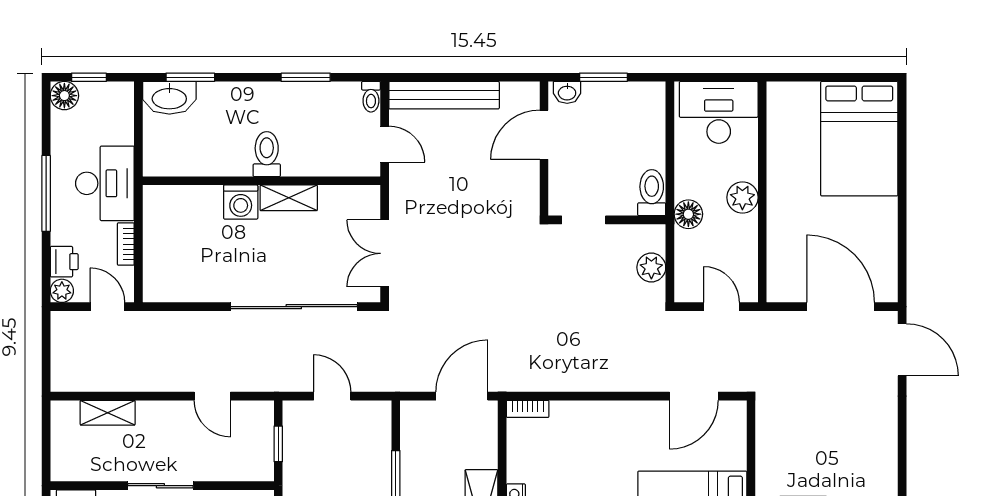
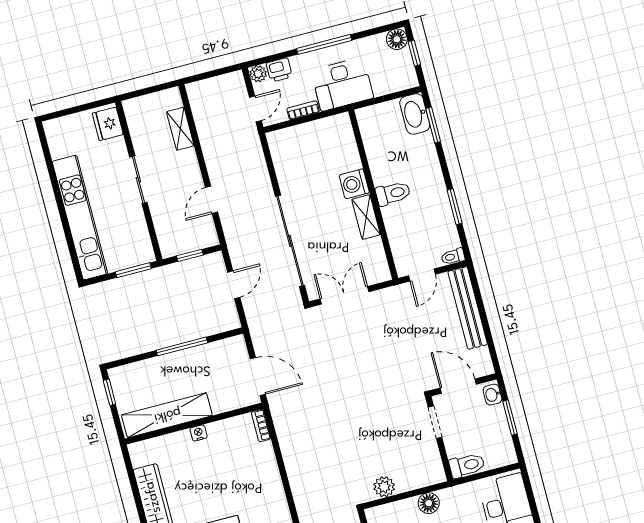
toilet: (652, 193) -> (467, 465), moved
doorway: (584, 220) -> (435, 422), moved
wall: (607, 220) -> (439, 439), moved

